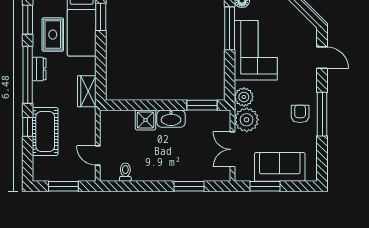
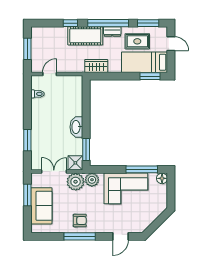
shower: (145, 120) -> (75, 163), moved
cot: (45, 132) -> (85, 36), moved

